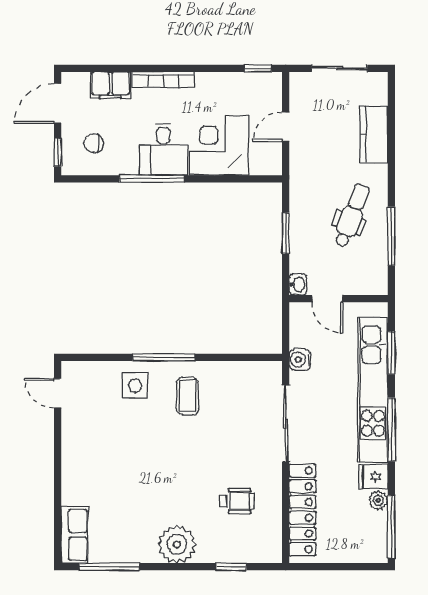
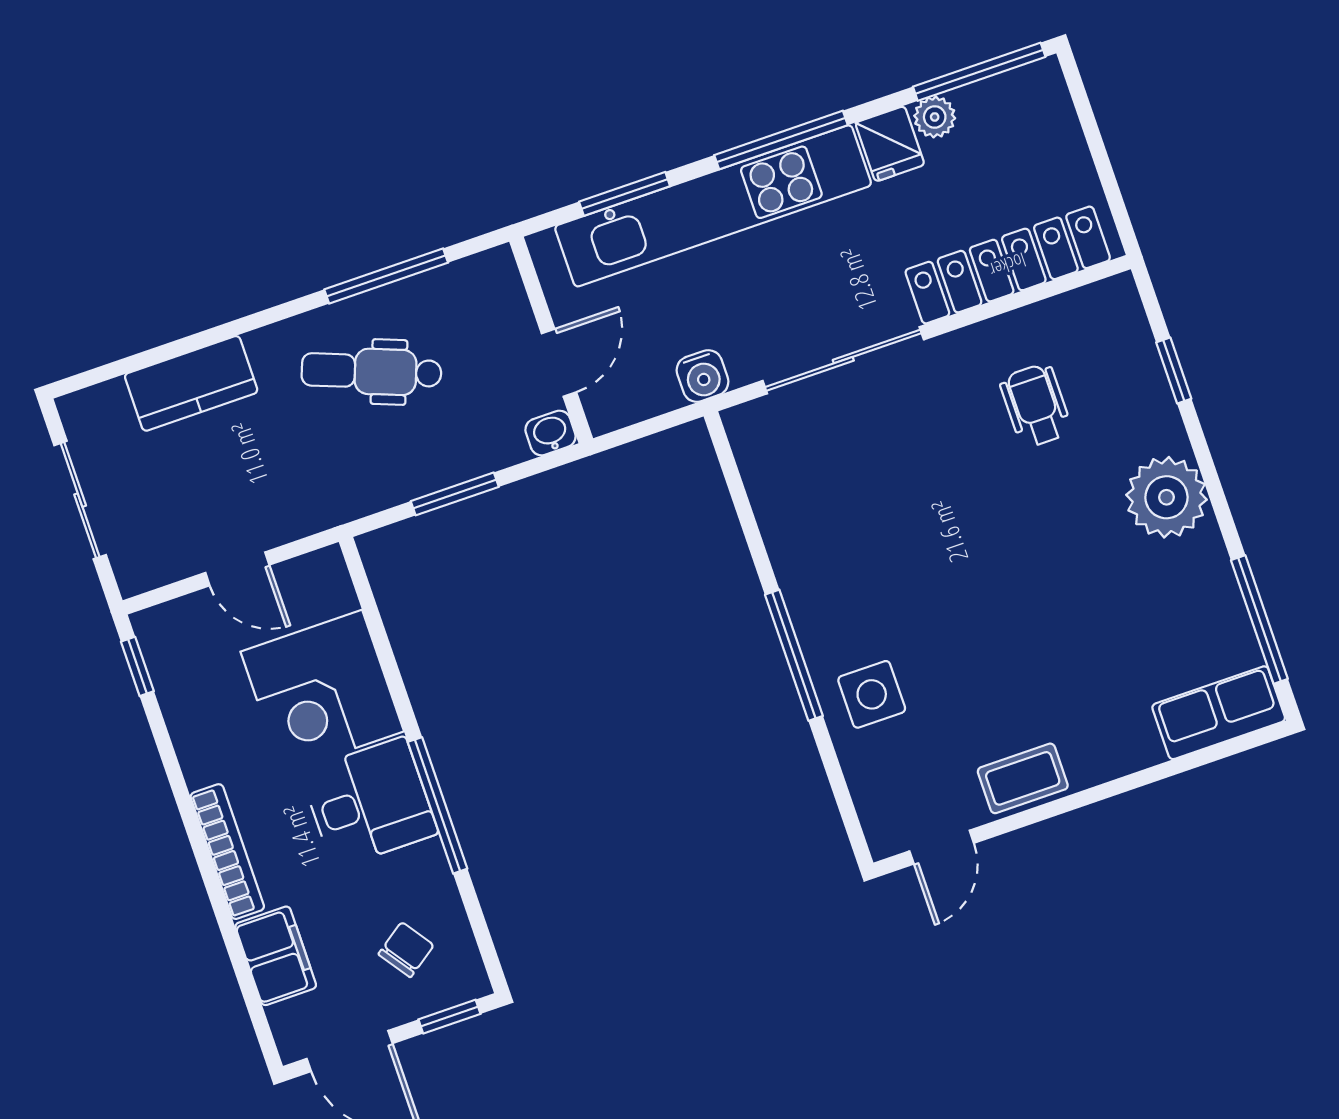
chair: (93, 143) -> (406, 950), turned -125
coffee table: (187, 396) -> (1023, 778), moved

